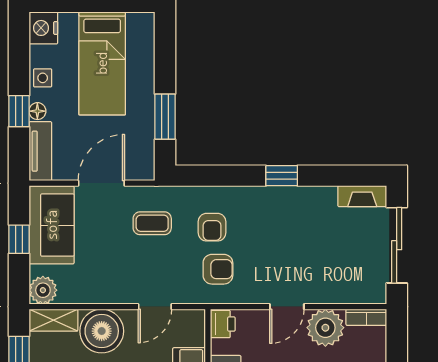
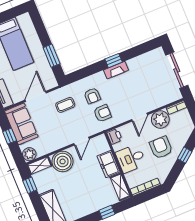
fireplace: (362, 196) -> (116, 70), moved

